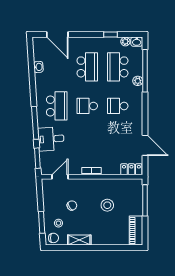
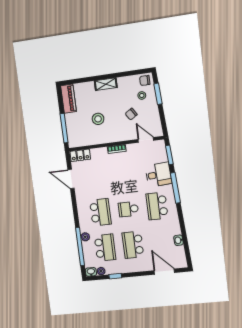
school desk: (87, 106) -> (128, 209), turned 180
school desk: (118, 106) -> (100, 212), width x1.85
door: (60, 177) -> (146, 140), swing flipped
shelving: (79, 240) -> (106, 84), moved

